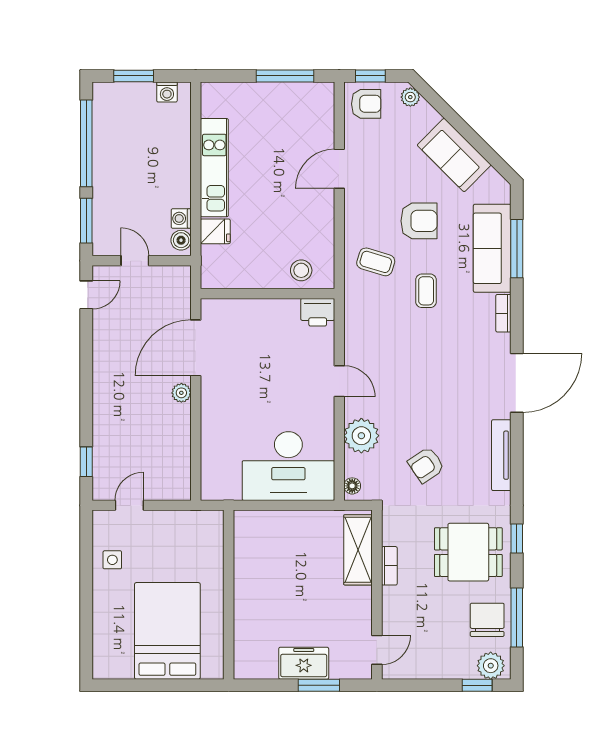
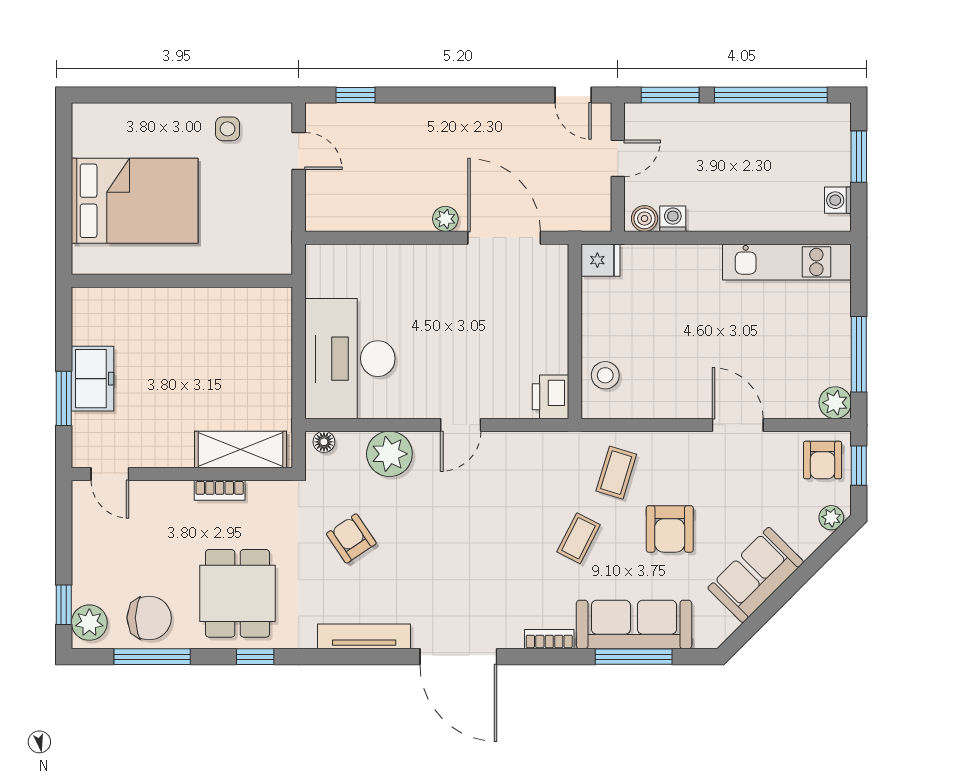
plant: (322, 94) -> (835, 403), added
kitchen unit: (214, 168) -> (787, 262), moved
fridge: (215, 231) -> (600, 260), moved, turned -90
coffee table: (426, 291) -> (579, 538), turned -63

